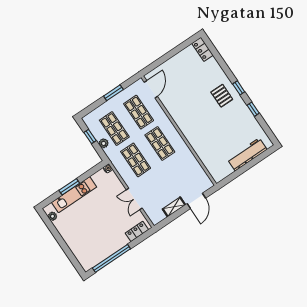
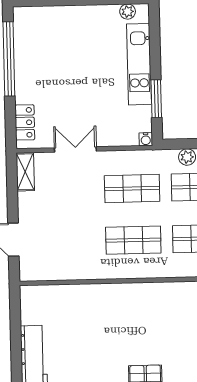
window: (69, 187) -> (156, 99), moved
shelving: (174, 207) -> (25, 172), moved

